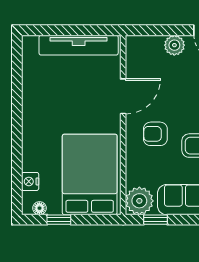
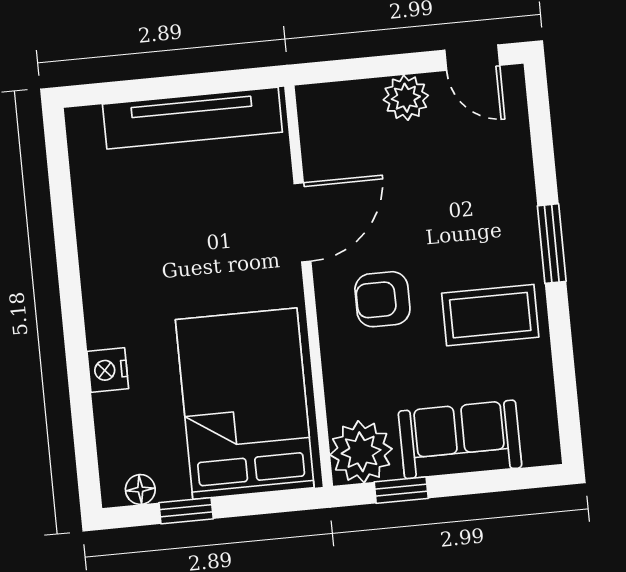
nightstand: (30, 181) -> (108, 370), moved

